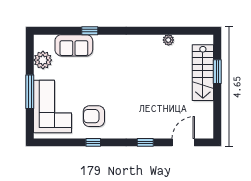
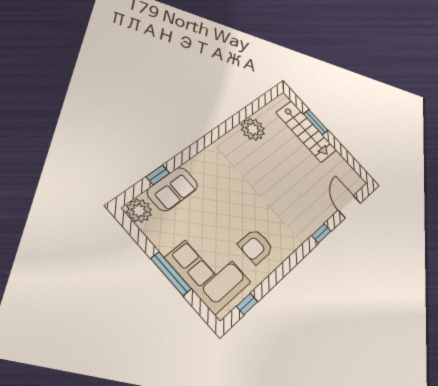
window: (90, 31) -> (158, 175), moved
plant: (168, 40) -> (253, 129), width x1.88, depth x1.88
plant: (43, 60) -> (139, 211), moved
window: (93, 142) -> (247, 304), moved

